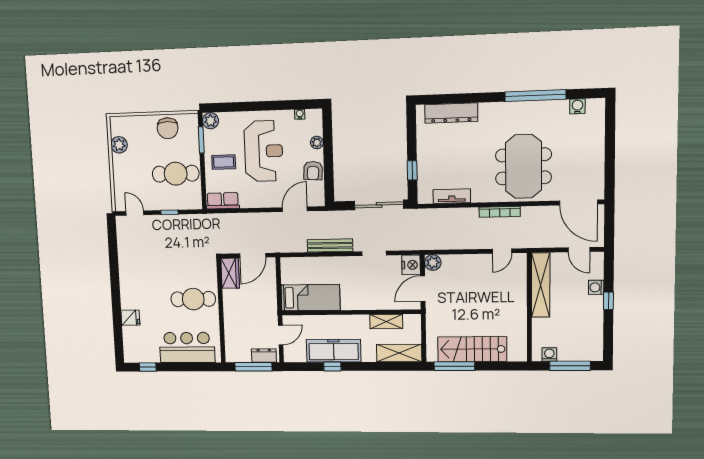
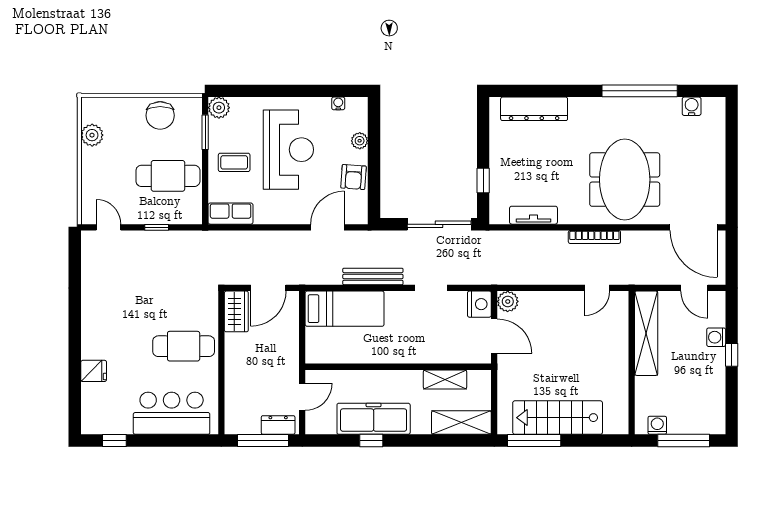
door: (423, 289) -> (494, 336), swing flipped
bed: (311, 298) -> (345, 309), moved

